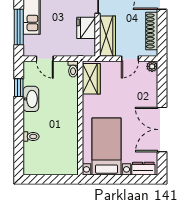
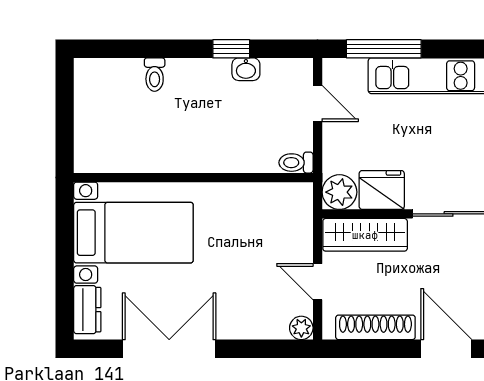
plant: (87, 48) -> (339, 192), added
door: (45, 59) -> (318, 103), swing flipped
wardrobe: (91, 79) -> (275, 201), removed
window: (19, 88) -> (231, 49), moved
washbasin: (31, 99) -> (246, 69), width x0.52, depth x0.69

